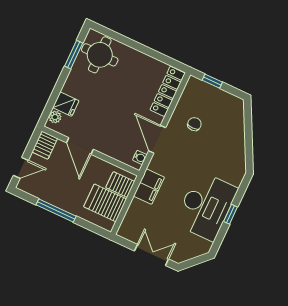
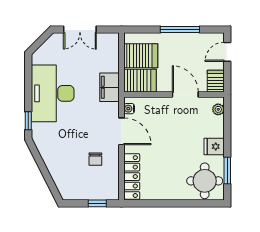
fridge: (66, 104) -> (214, 147), moved
server rack: (120, 185) -> (140, 81), width x1.36, depth x1.44
window: (231, 214) -> (28, 121), moved

